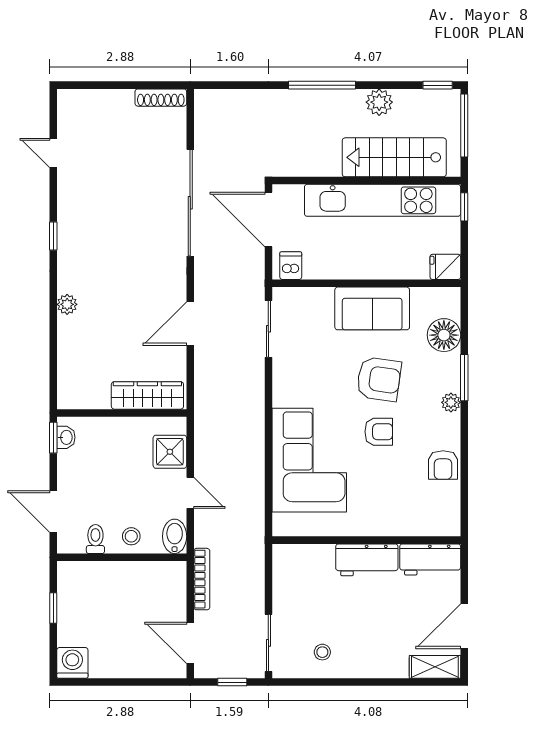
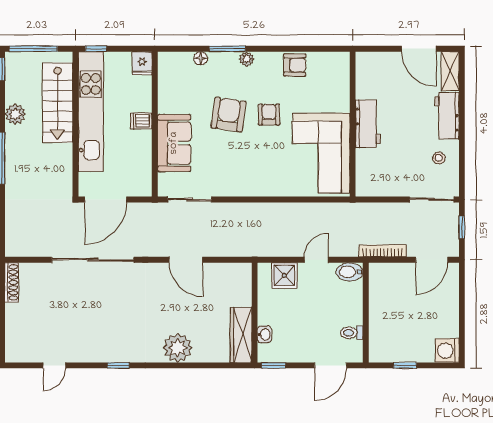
dishwasher: (291, 266) -> (141, 121), moved
plant: (67, 304) -> (178, 348), width x1.87, depth x1.87
sofa: (372, 308) -> (174, 143), moved
floor lamp: (444, 335) -> (201, 58), width x0.53, depth x0.53
wardrobe: (147, 395) -> (241, 335), moved
washbasin: (66, 437) -> (264, 334), moved, turned 90
corner sofa: (309, 460) -> (321, 153), moved, turned -90
stool: (131, 536) -> (350, 305), removed
workbench: (430, 560) -> (447, 116), moved, turned 180

